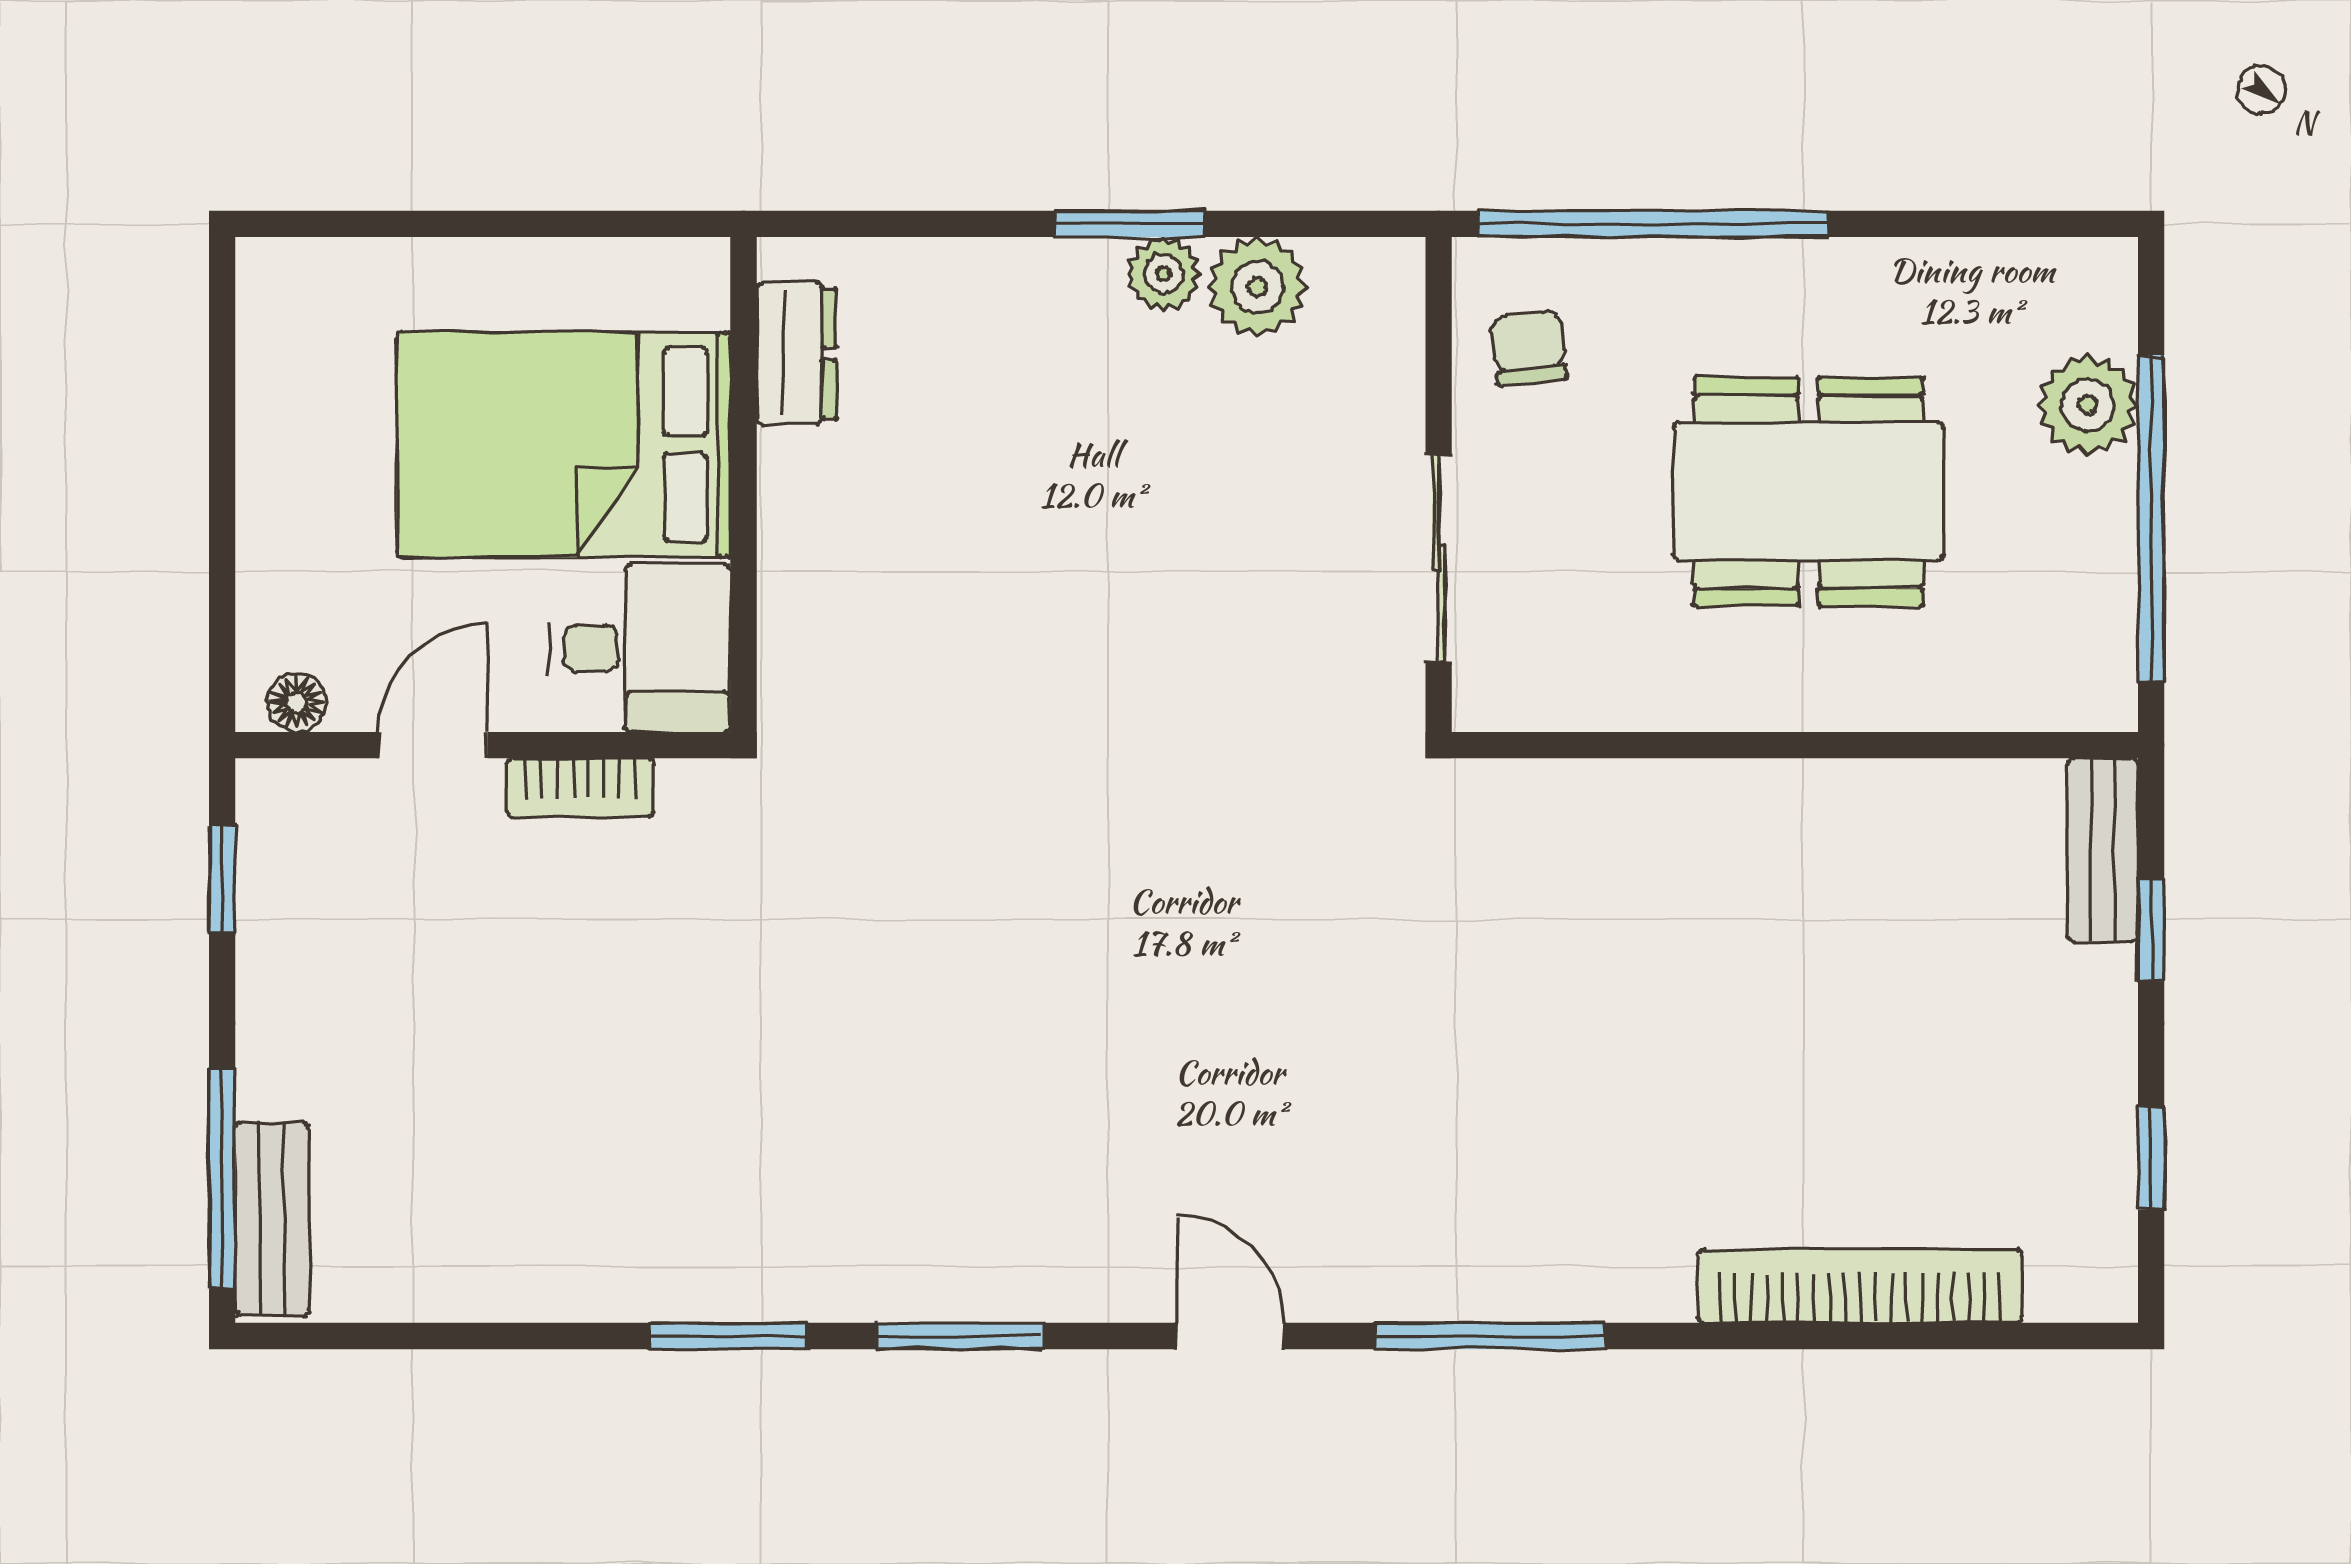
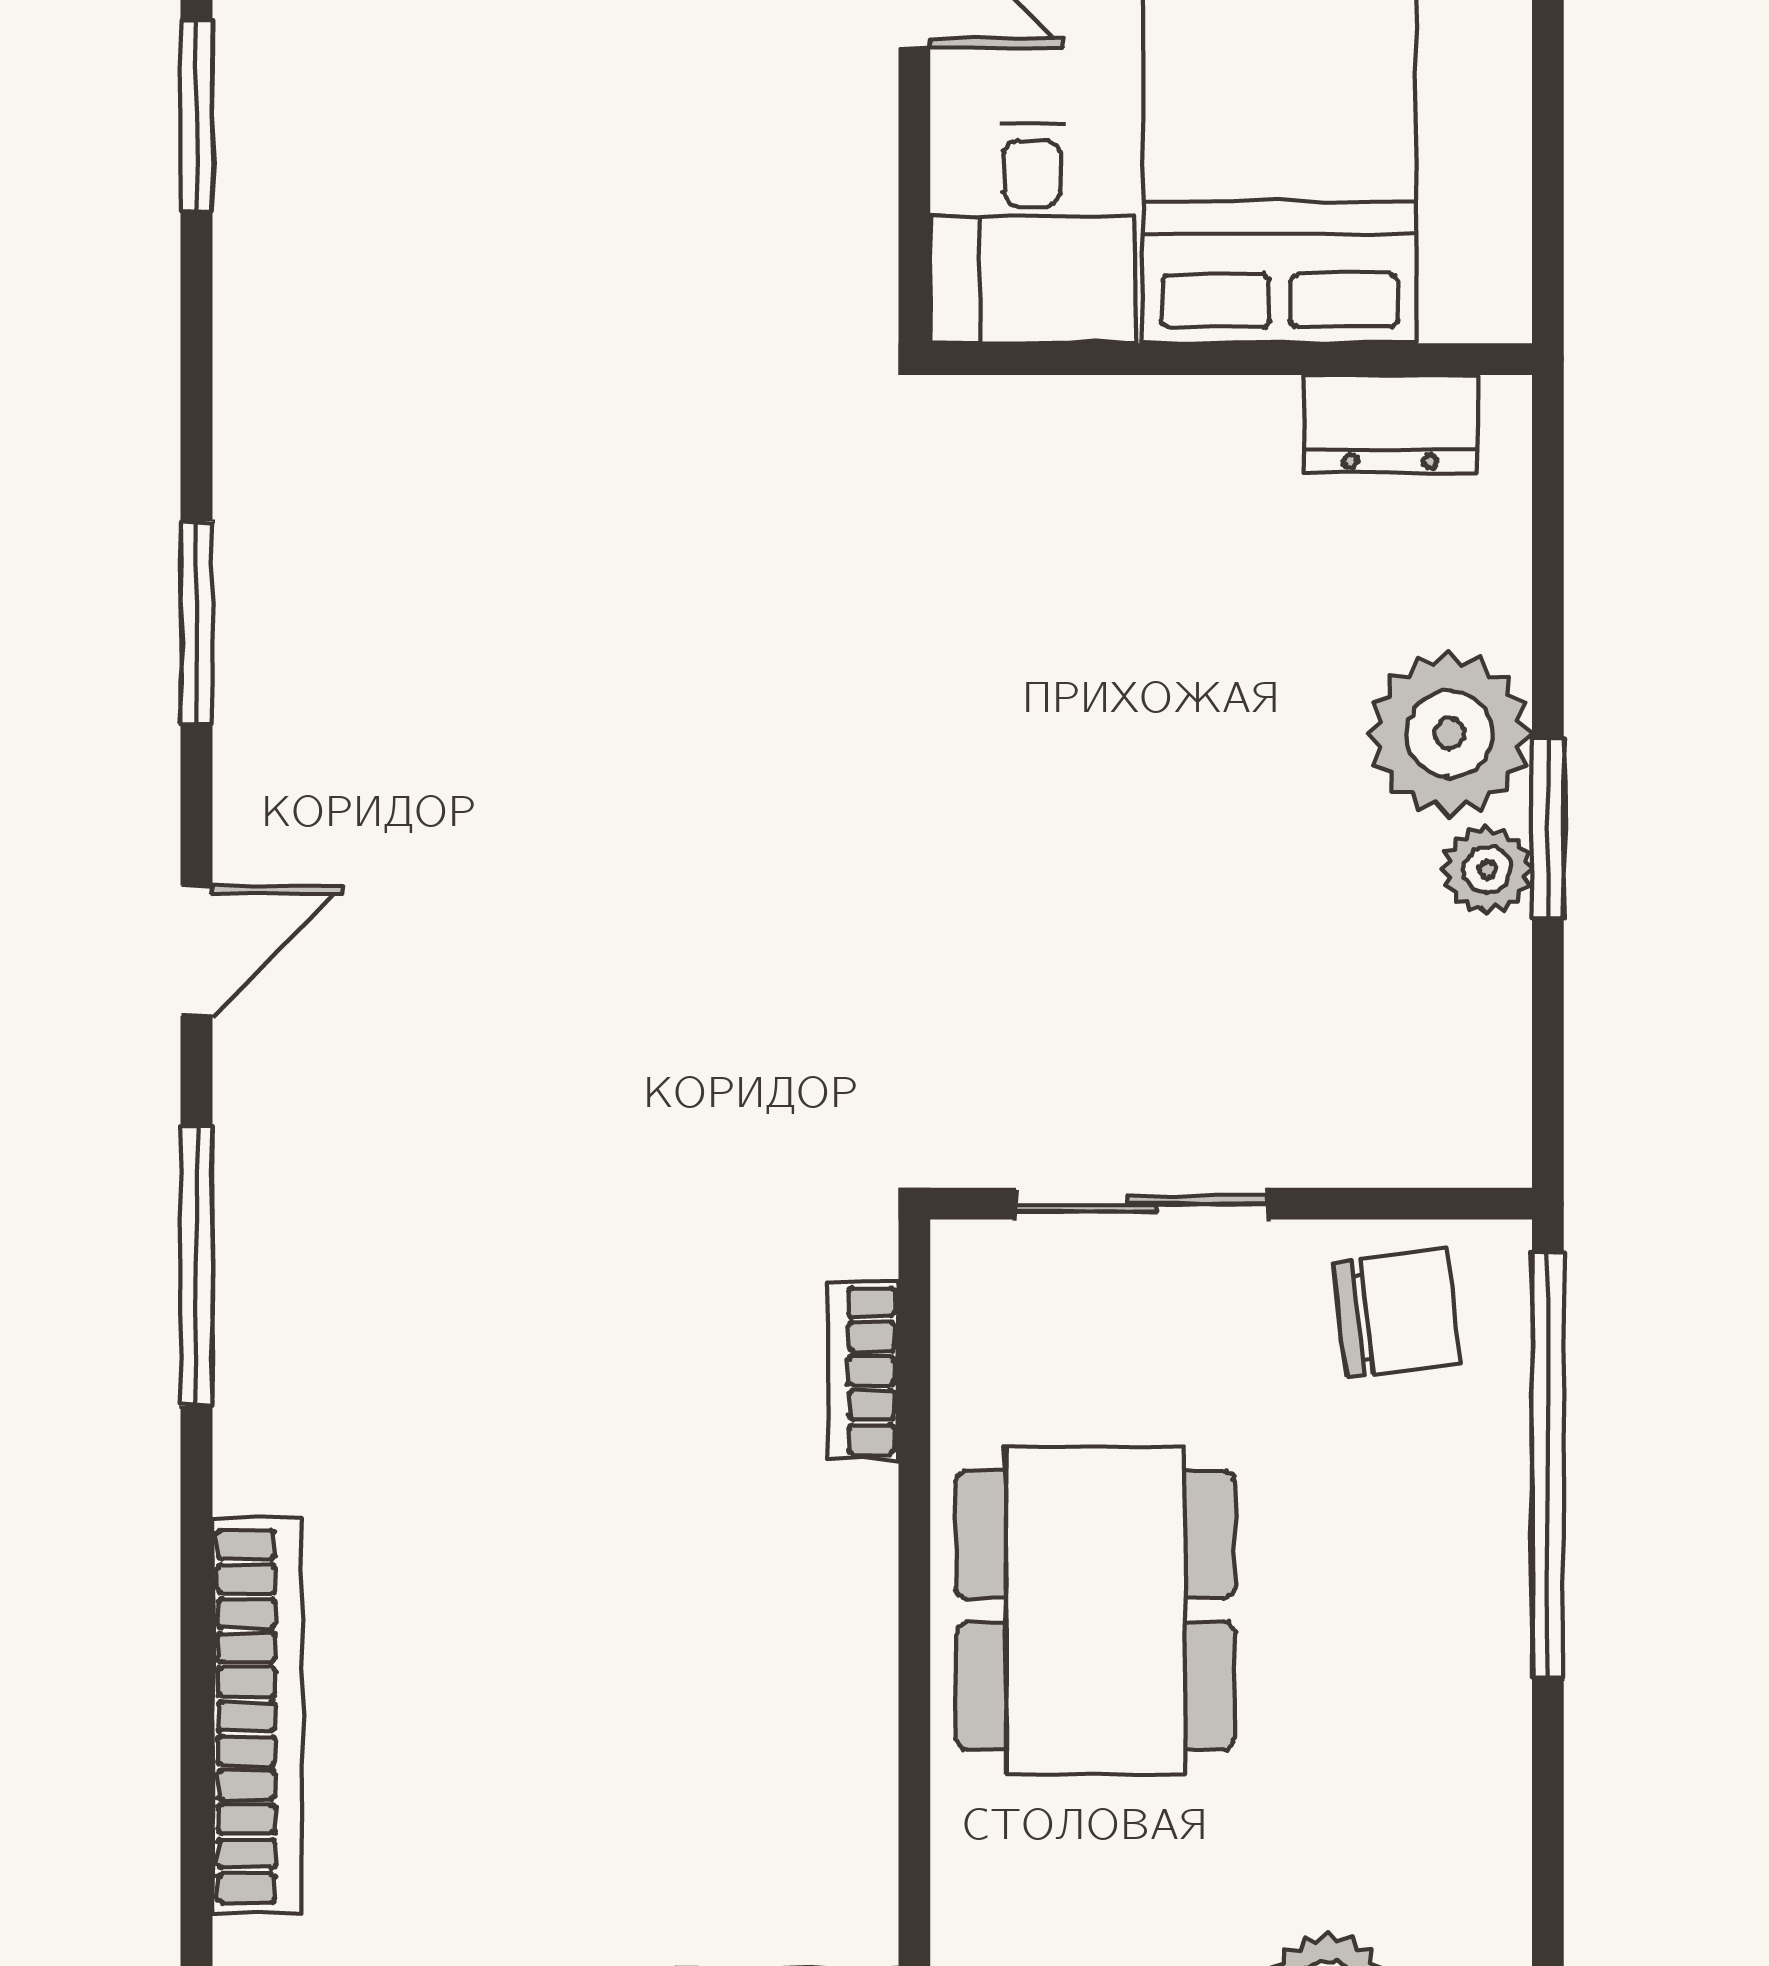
plant: (1257, 287) -> (1449, 734), moved, width x1.36, depth x1.36
chair: (1529, 348) -> (1397, 1313), width x1.37, depth x1.37
dining table: (1809, 492) -> (1095, 1610), moved
bookcase: (581, 788) -> (863, 1371), moved
window: (727, 1336) -> (197, 116), moved

